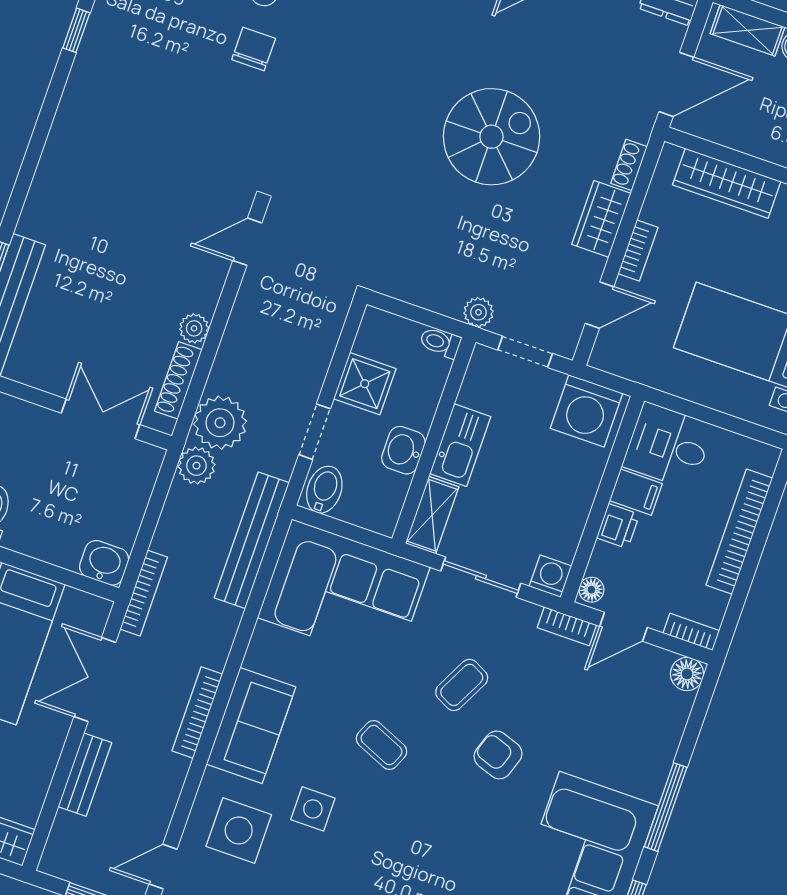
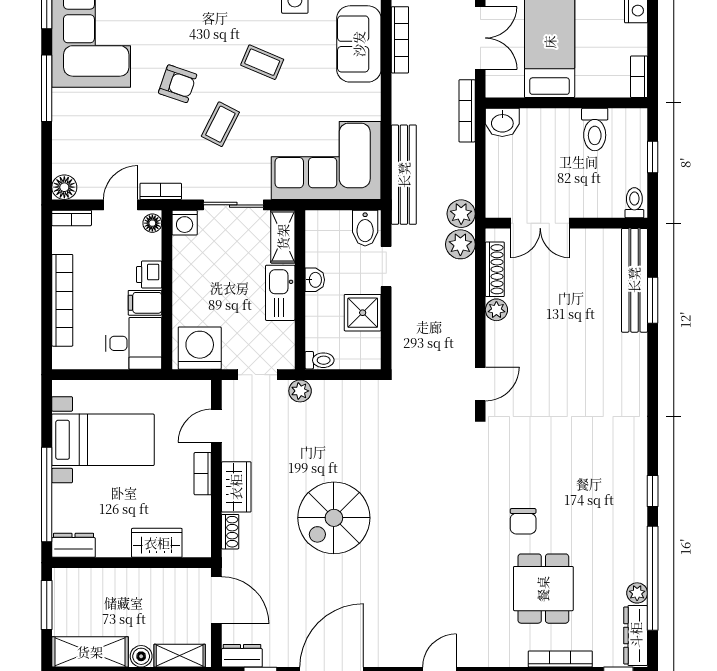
door: (676, 84) -> (216, 600), swing flipped
wardrobe: (727, 183) -> (157, 543), width x0.67
plant: (220, 423) -> (460, 244), width x0.73, depth x0.73
washbasin: (403, 450) -> (315, 280), width x0.72, depth x0.69

